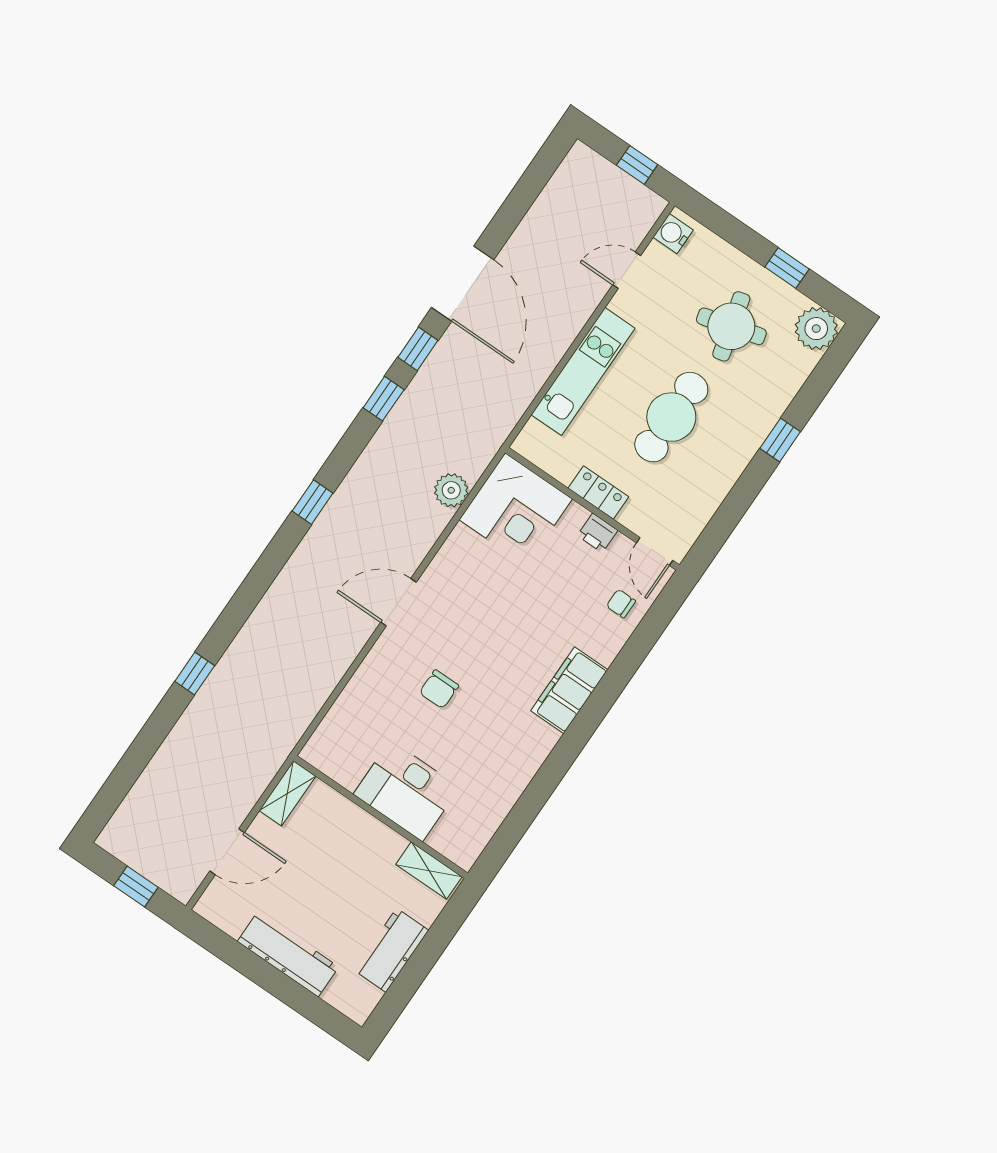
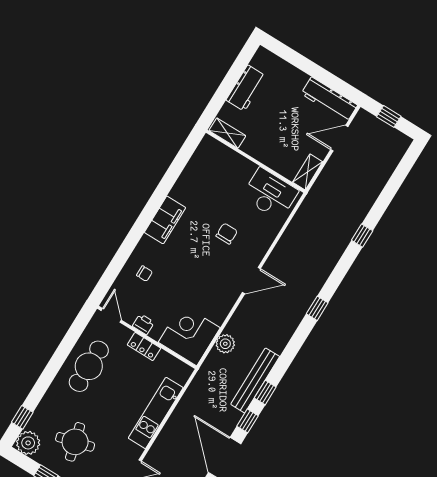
cafe table: (671, 417) -> (89, 366), moved
bench: (401, 421) -> (255, 380), added
window: (780, 440) -> (22, 417), moved
window: (312, 502) -> (317, 308), moved
chair: (621, 604) -> (144, 274), moved
filing cabinet: (569, 690) -> (165, 220), moved
desk: (406, 791) -> (270, 194), moved
workbench: (288, 954) -> (329, 99), moved

